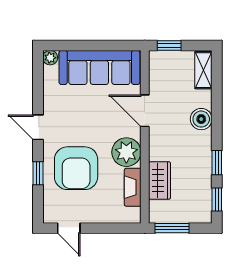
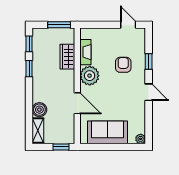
sofa: (99, 67) -> (108, 132), width x0.73
boiler: (201, 119) -> (39, 110), moved
armchair: (76, 168) -> (123, 65), width x0.53, depth x0.53

